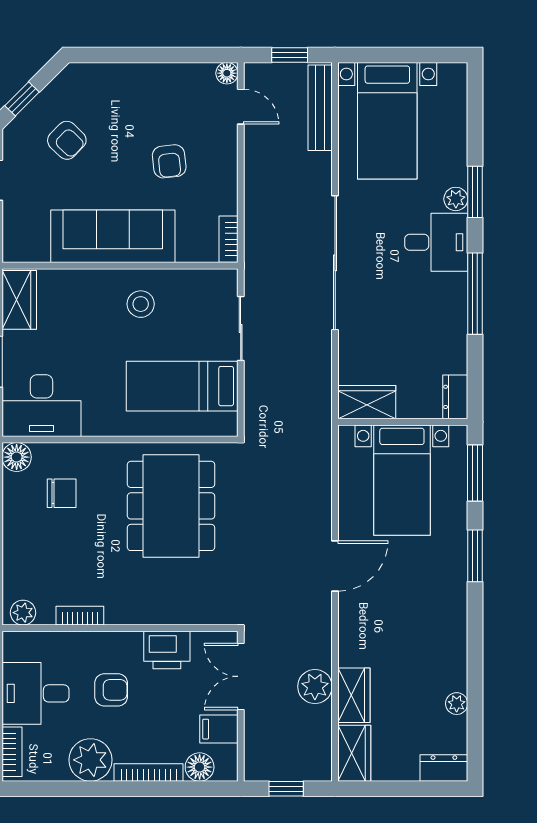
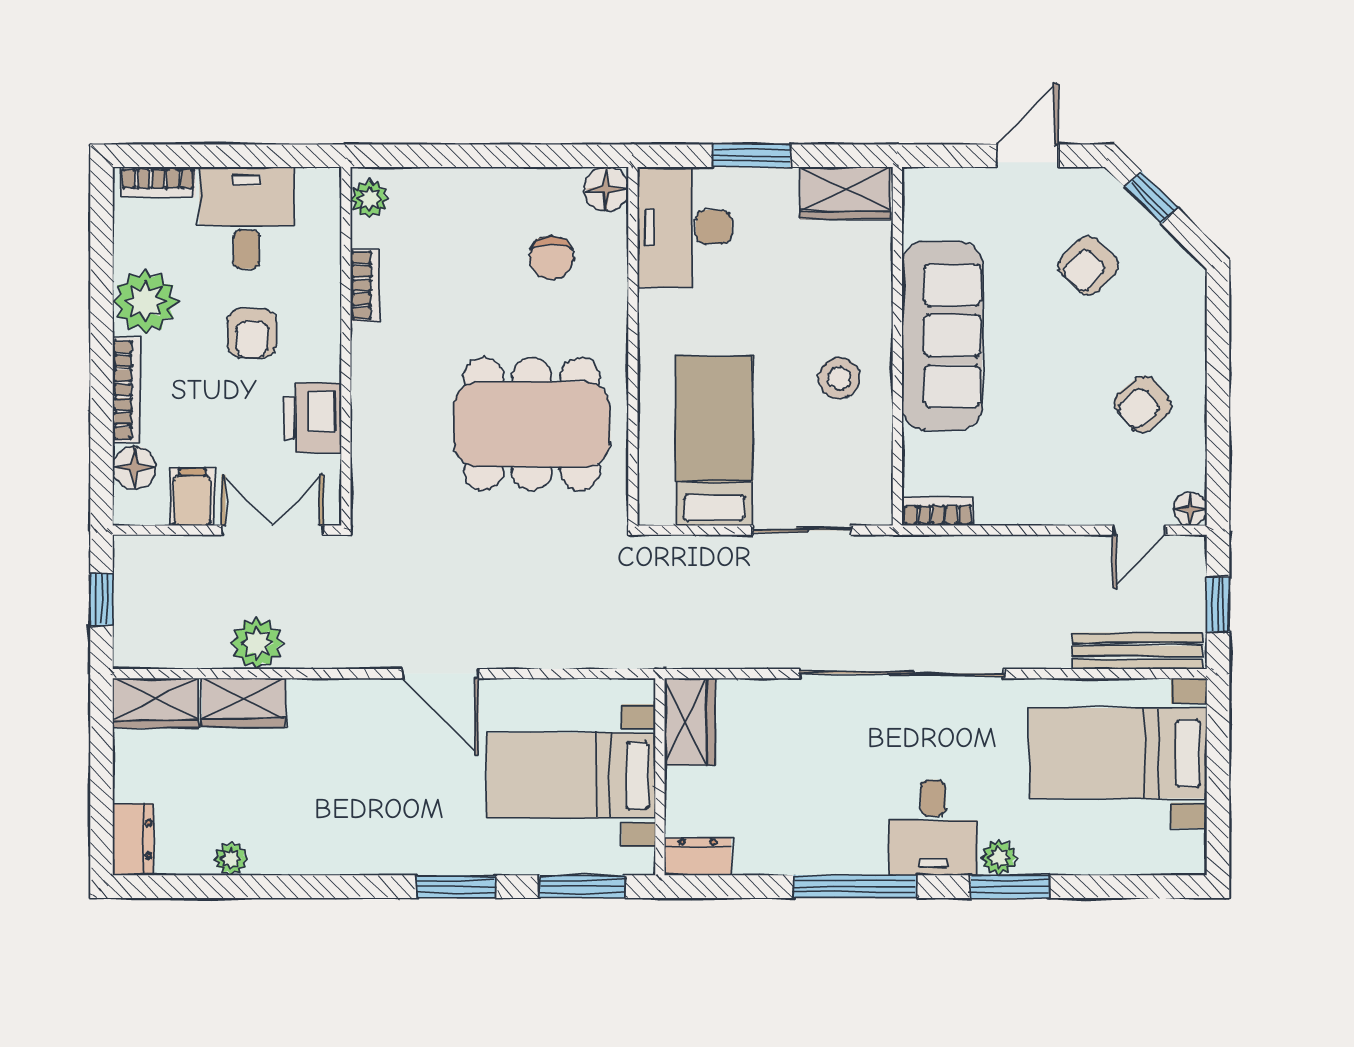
armchair: (169, 161) -> (1143, 404), moved, turned -34

